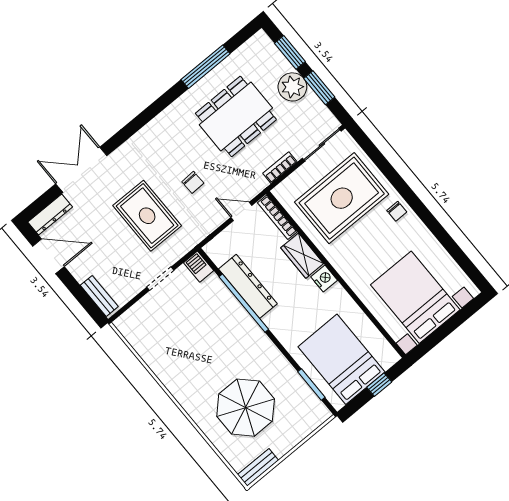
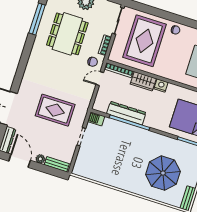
chair: (193, 182) -> (93, 62), moved
door: (49, 256) -> (20, 161), hinge flipped
plant: (80, 273) -> (40, 159), added

